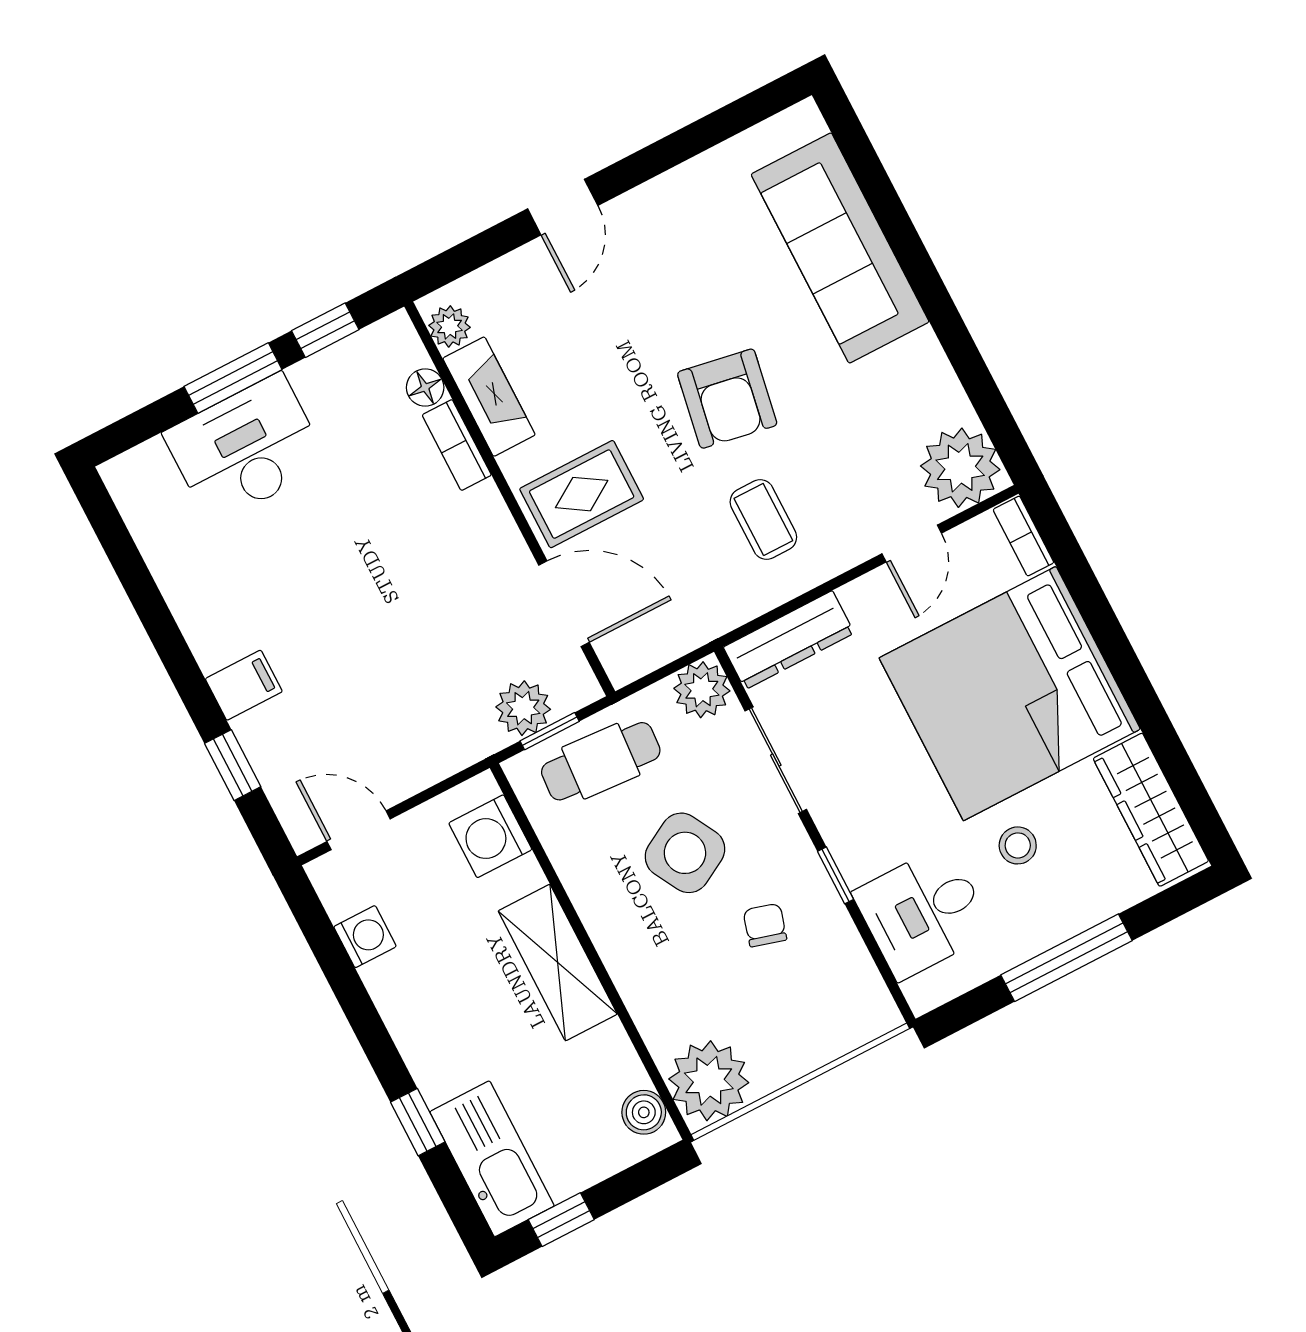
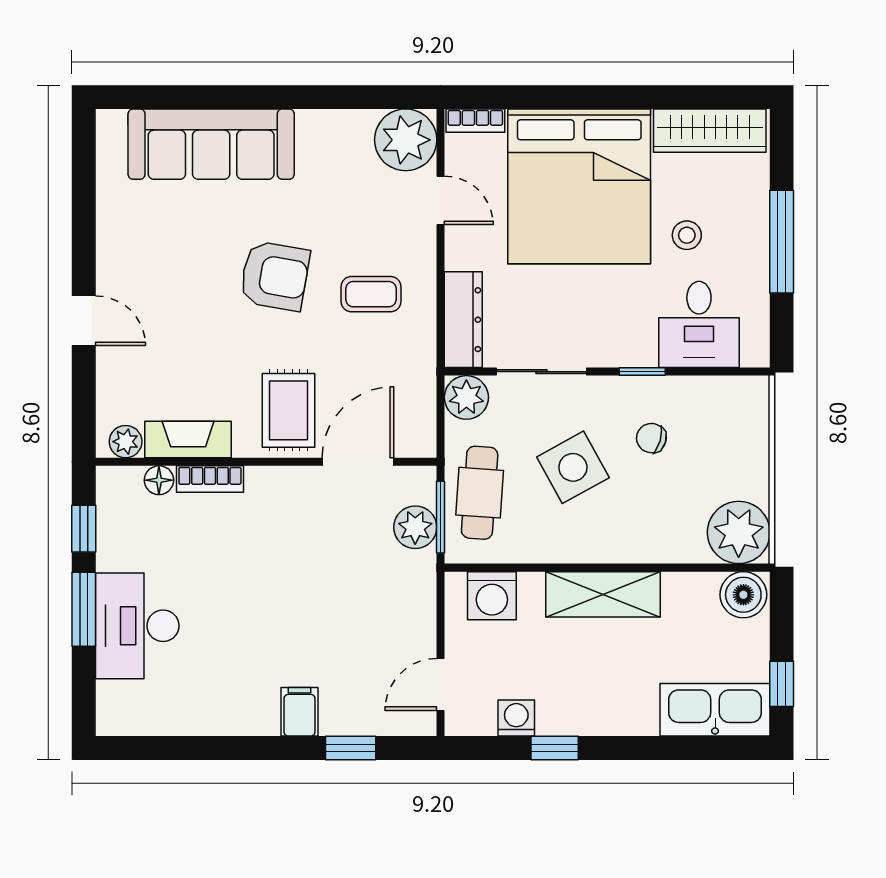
window: (550, 731) -> (441, 517), width x1.50
boiler: (644, 1112) -> (743, 595), width x1.36, depth x1.36
window: (418, 1122) -> (555, 748), moved

